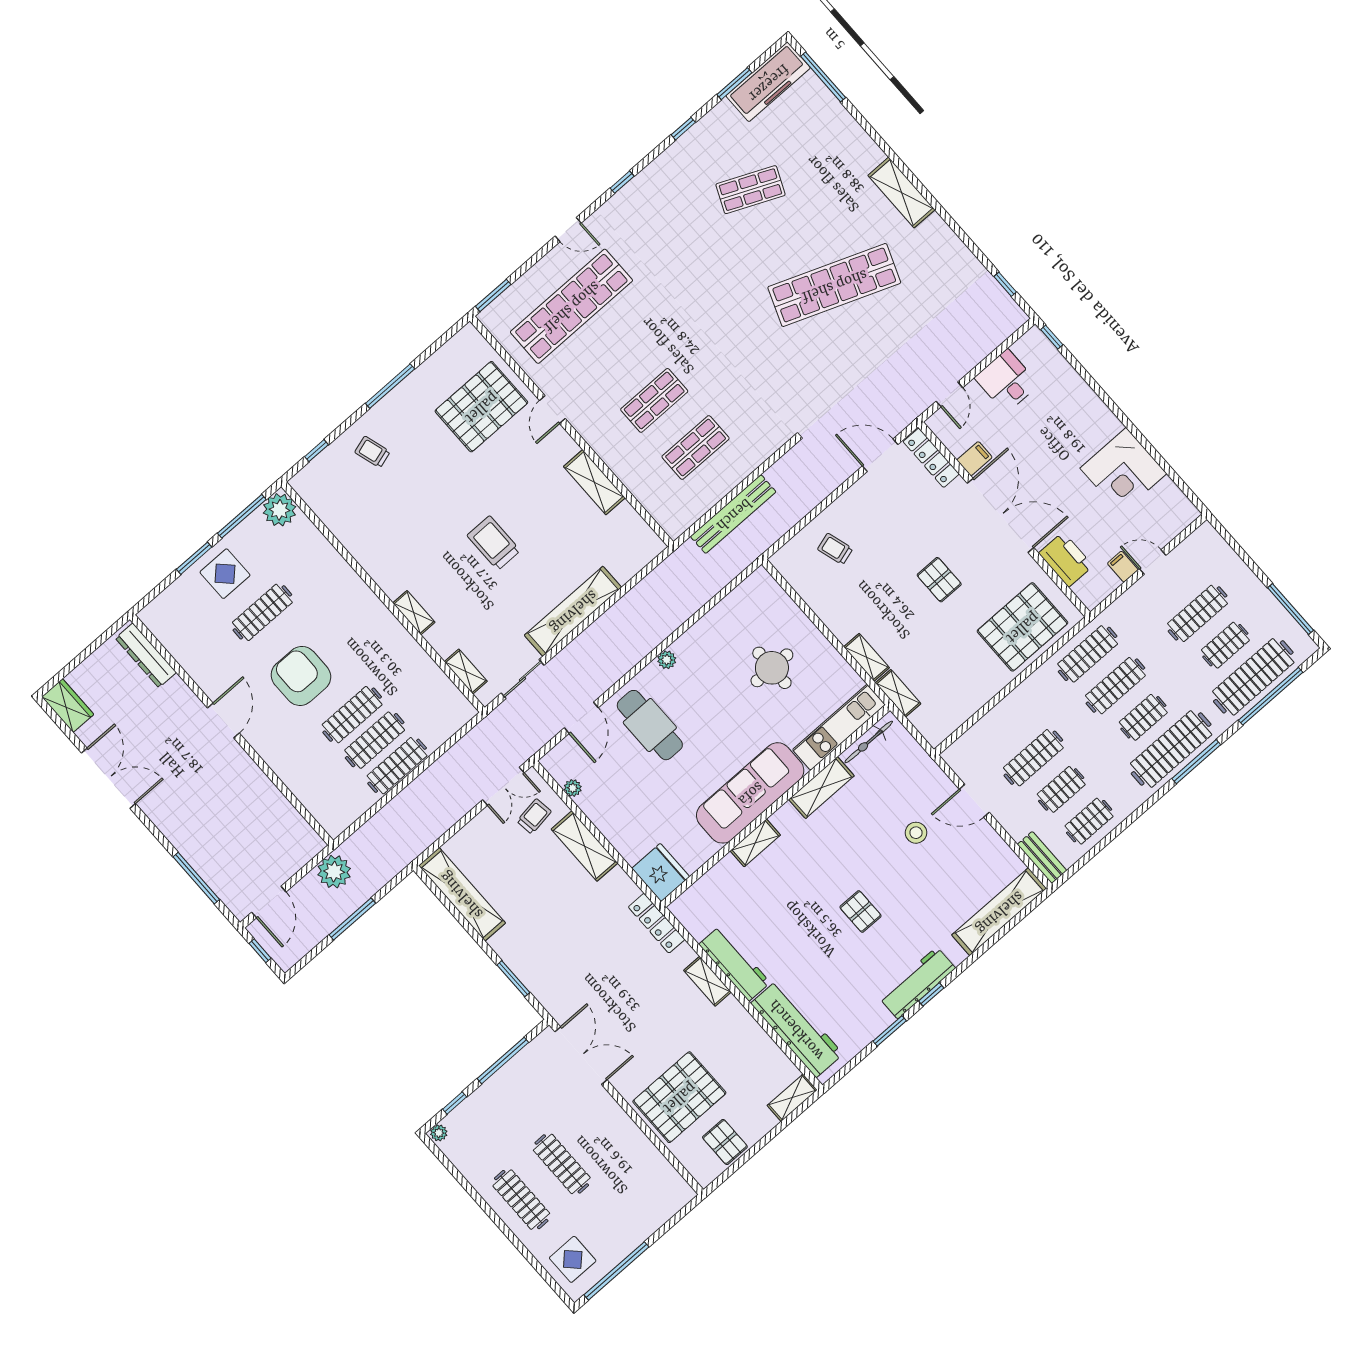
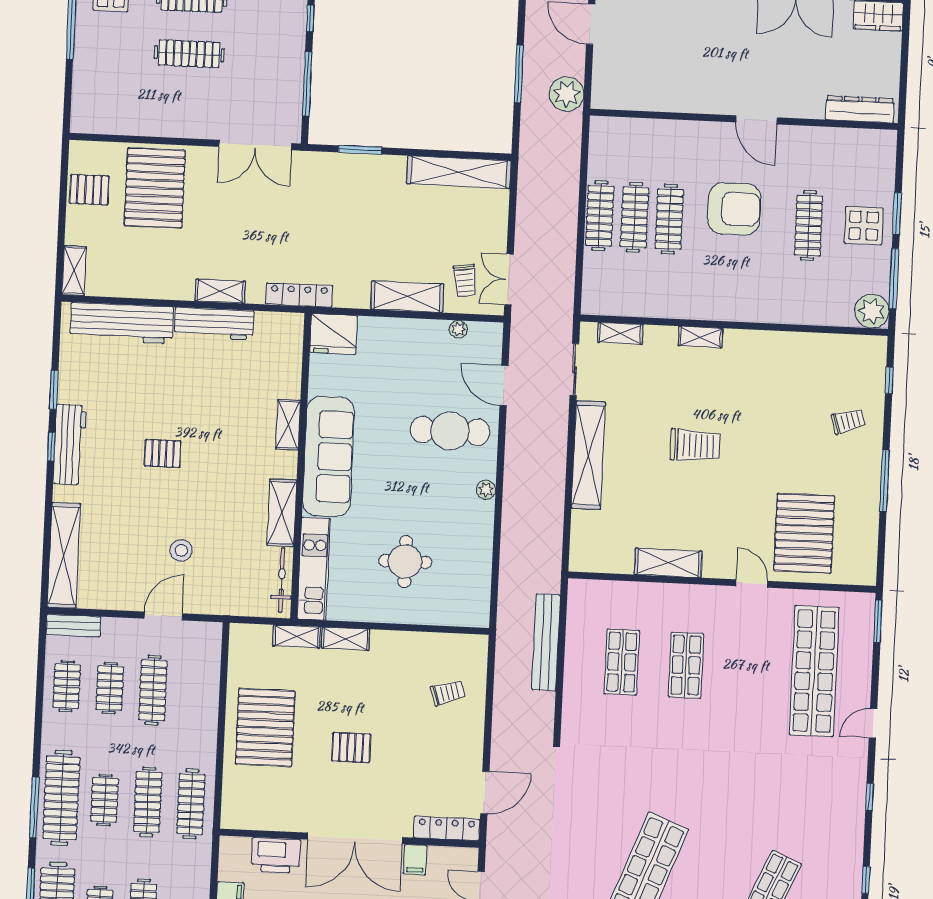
pallet: (1022, 627) -> (265, 728), moved

